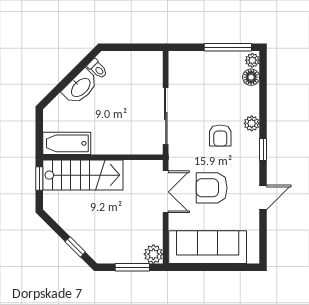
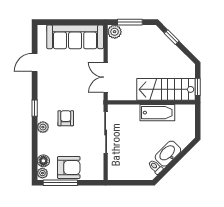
bathtub: (67, 143) -> (157, 113), moved
armchair: (212, 188) -> (69, 167), moved
door: (263, 197) -> (35, 62), moved

